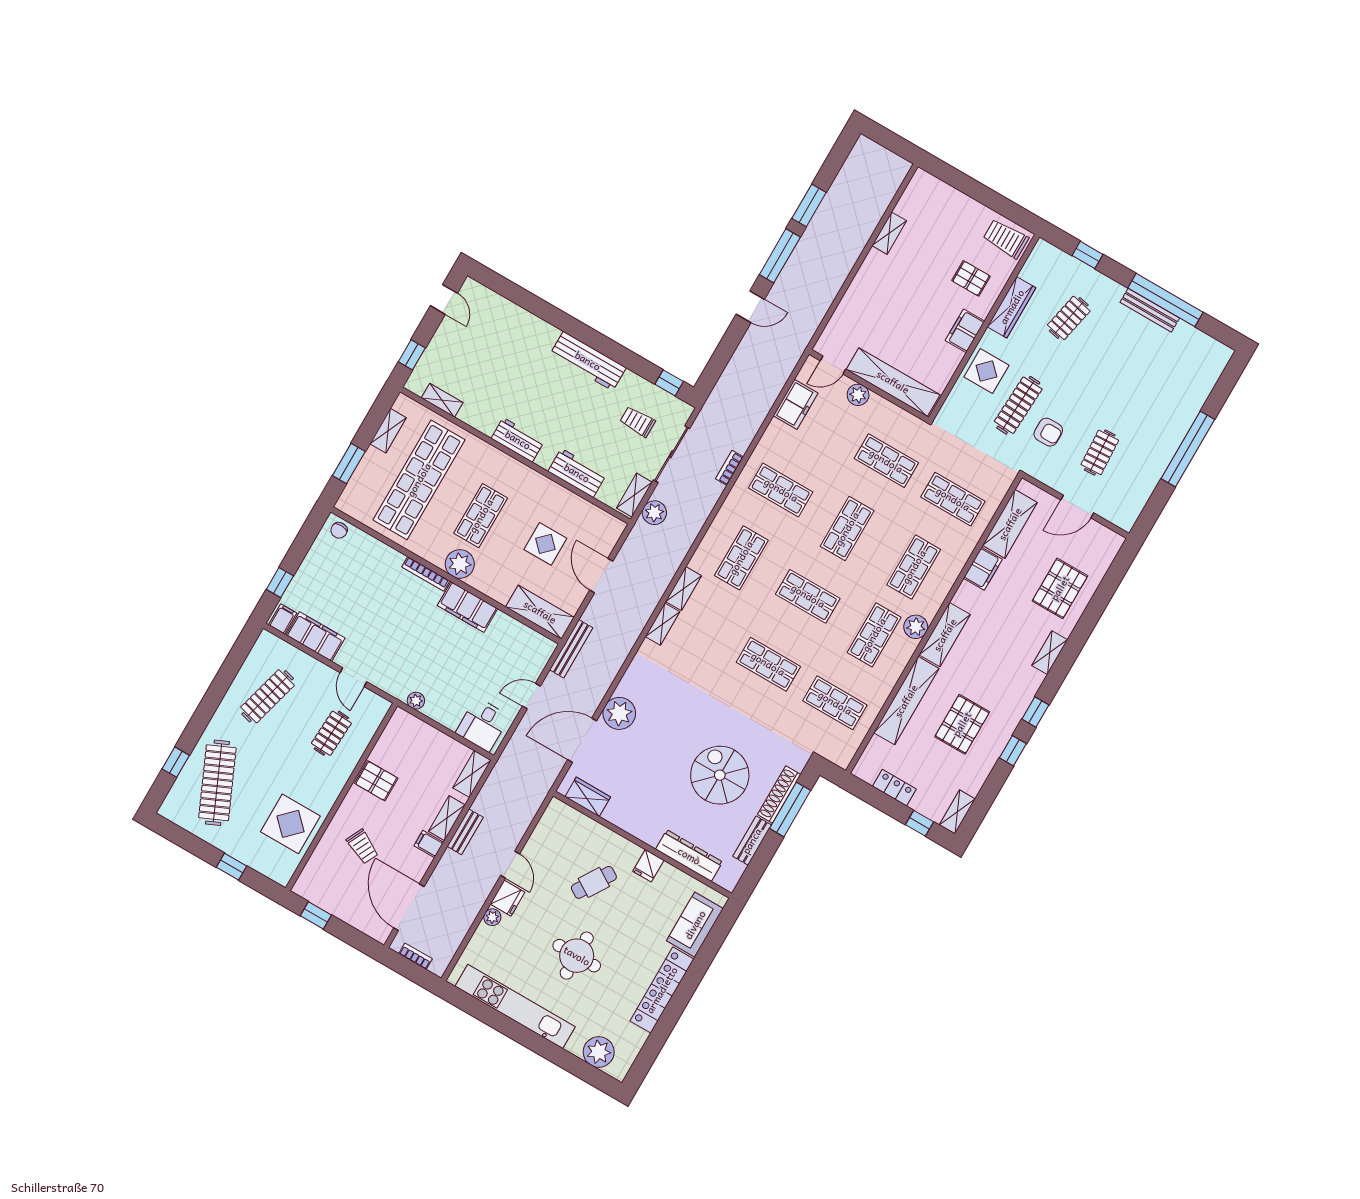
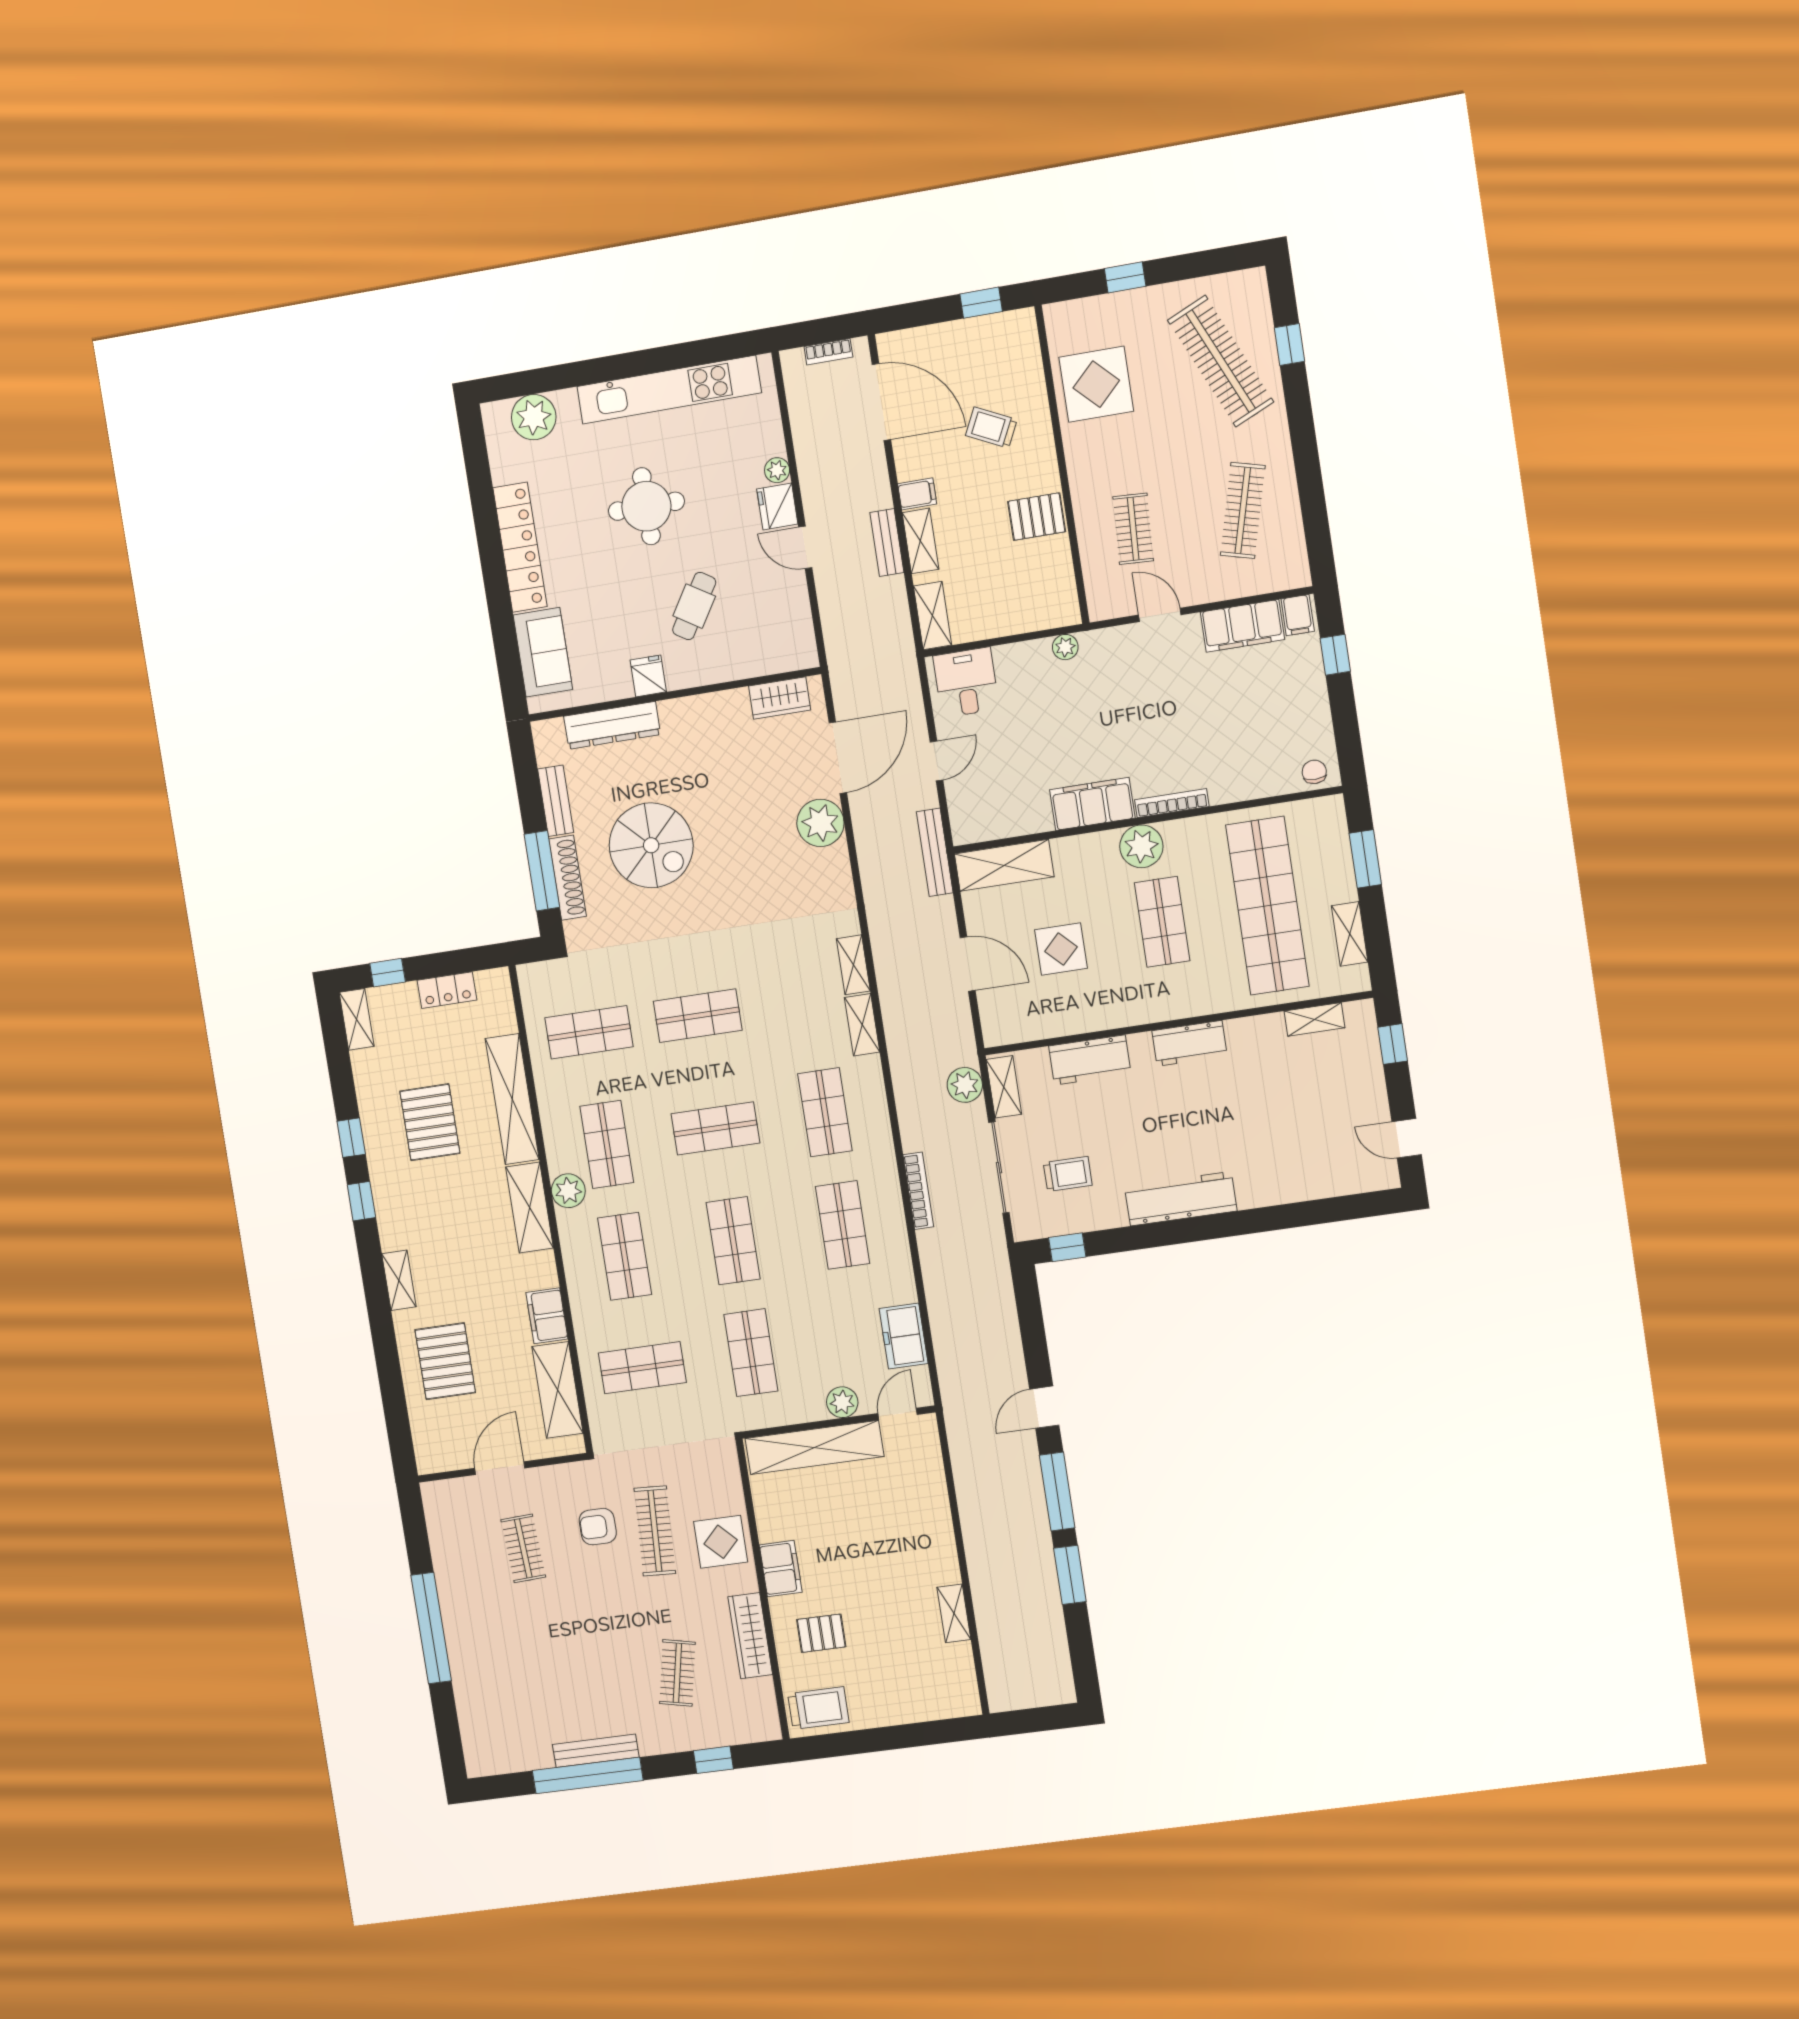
shop shelf: (886, 461) -> (751, 1353), turned 90
bookcase: (729, 468) -> (918, 1191), width x1.56
shop shelf: (781, 490) -> (843, 1225), turned 90

